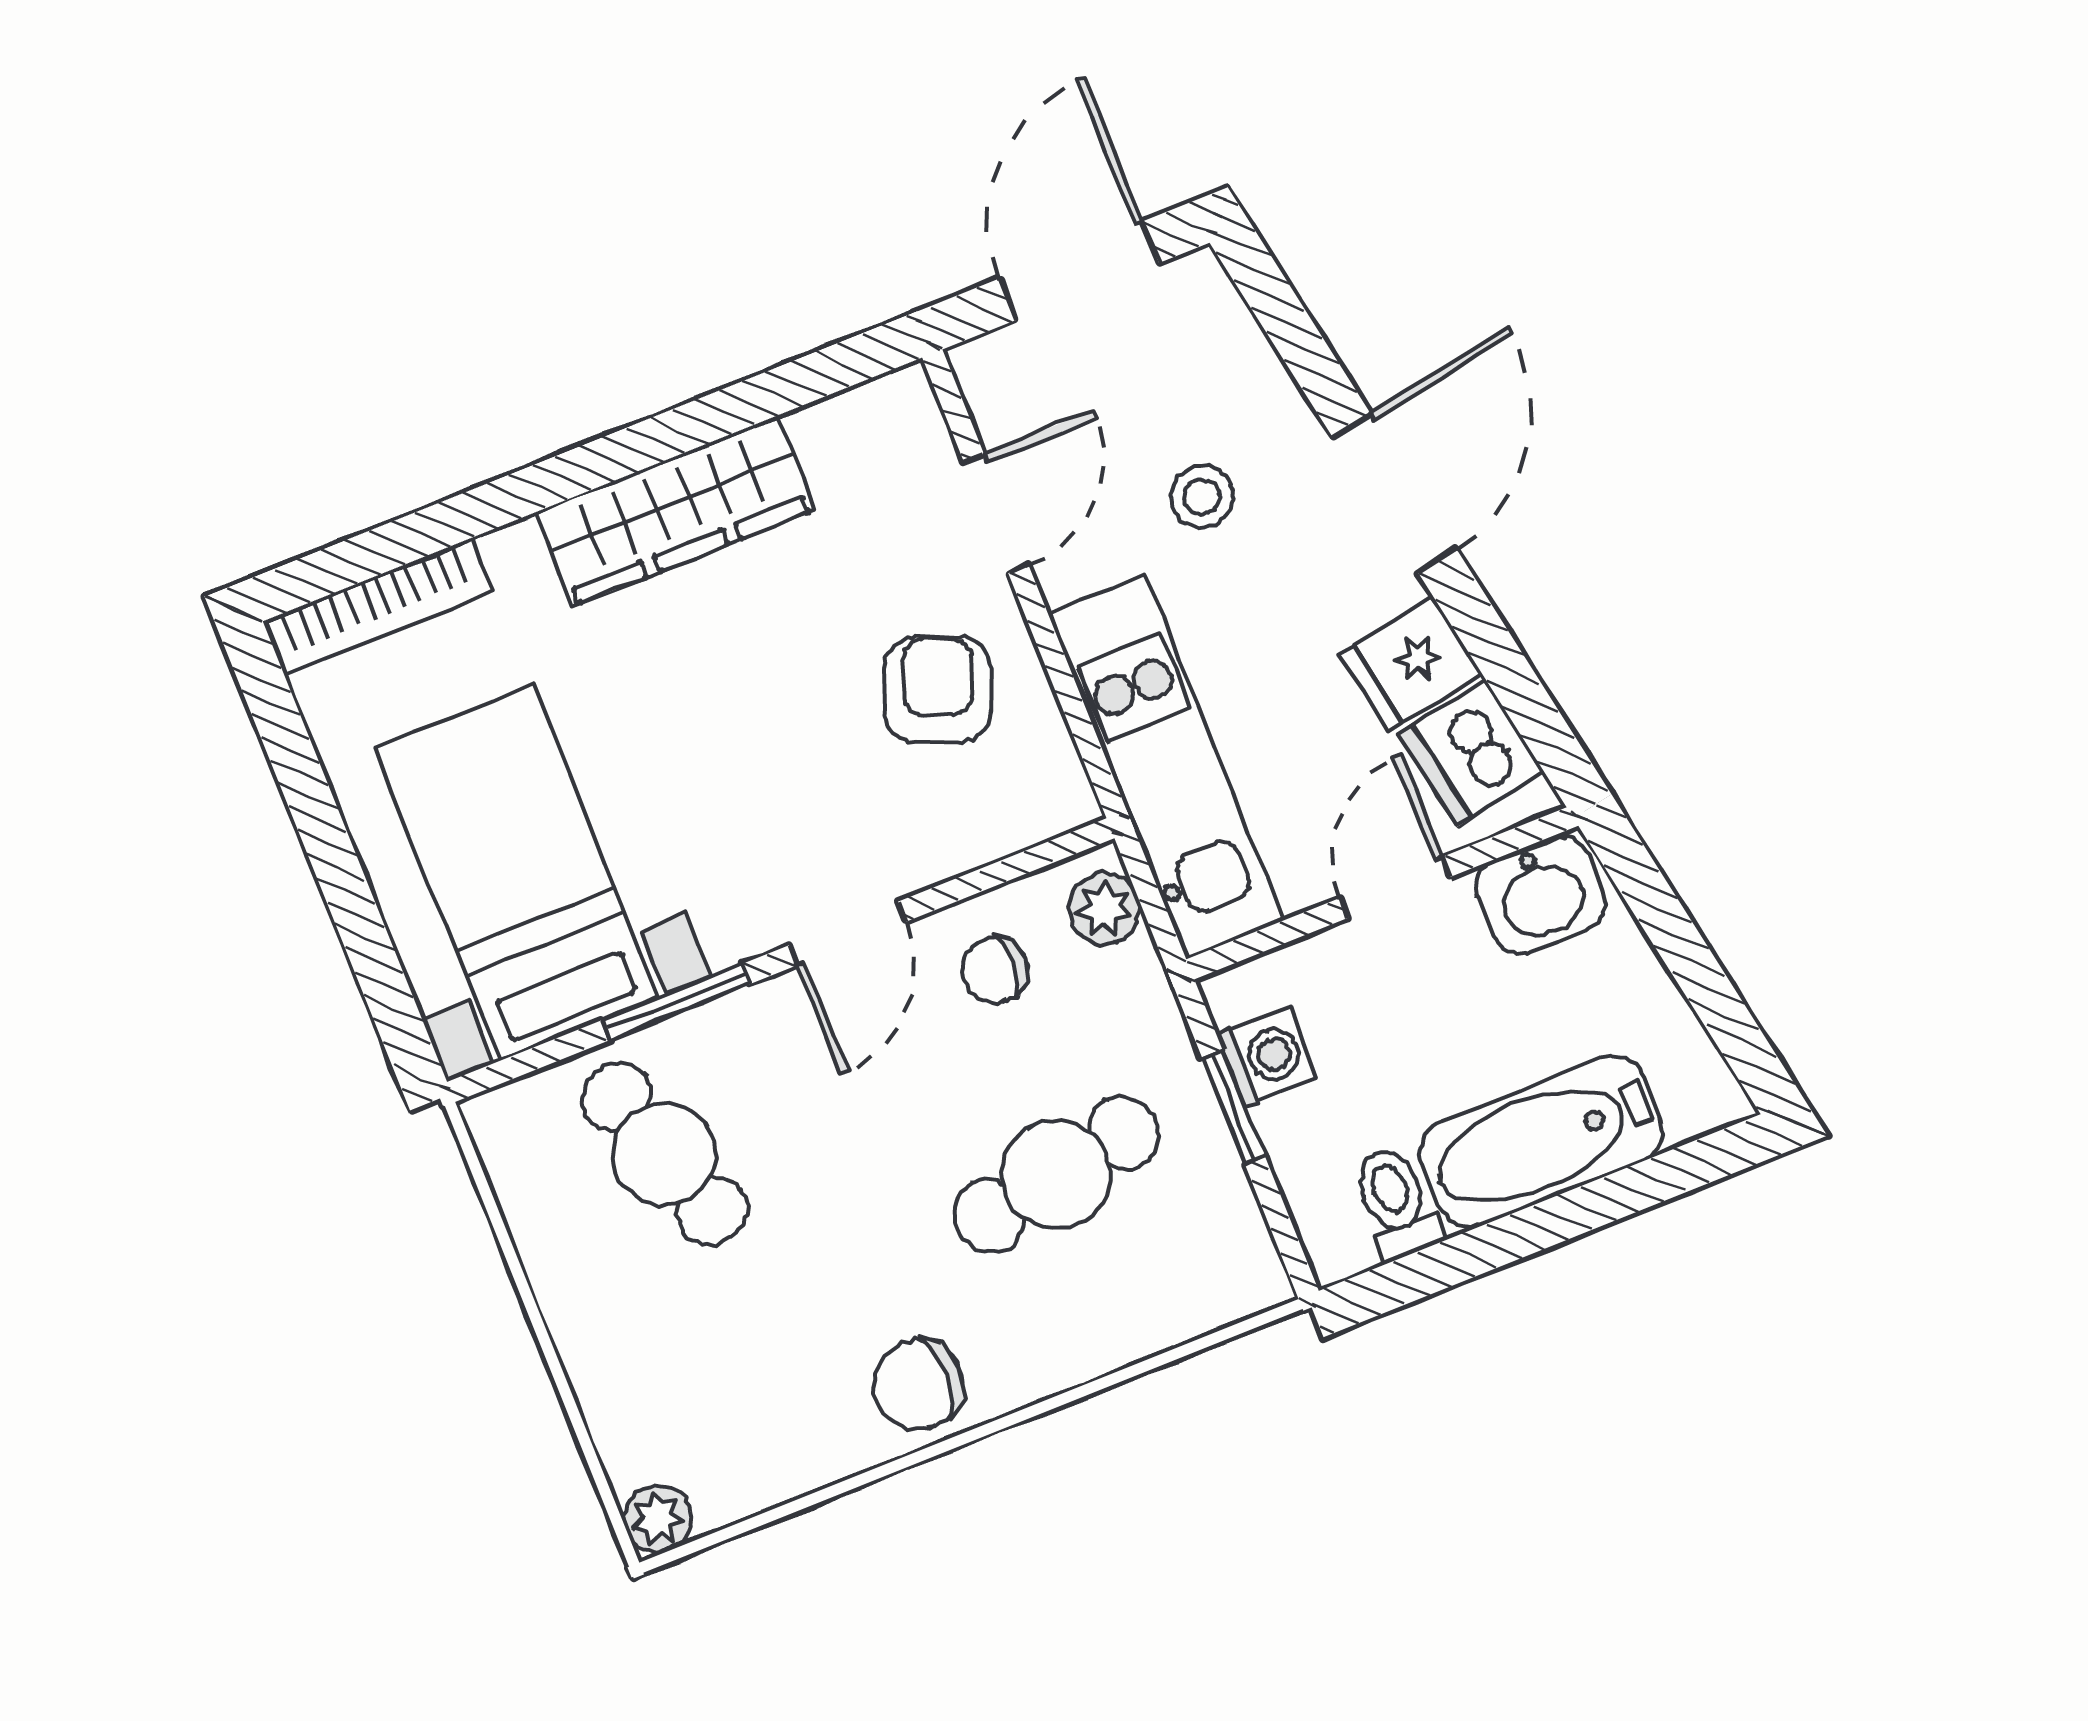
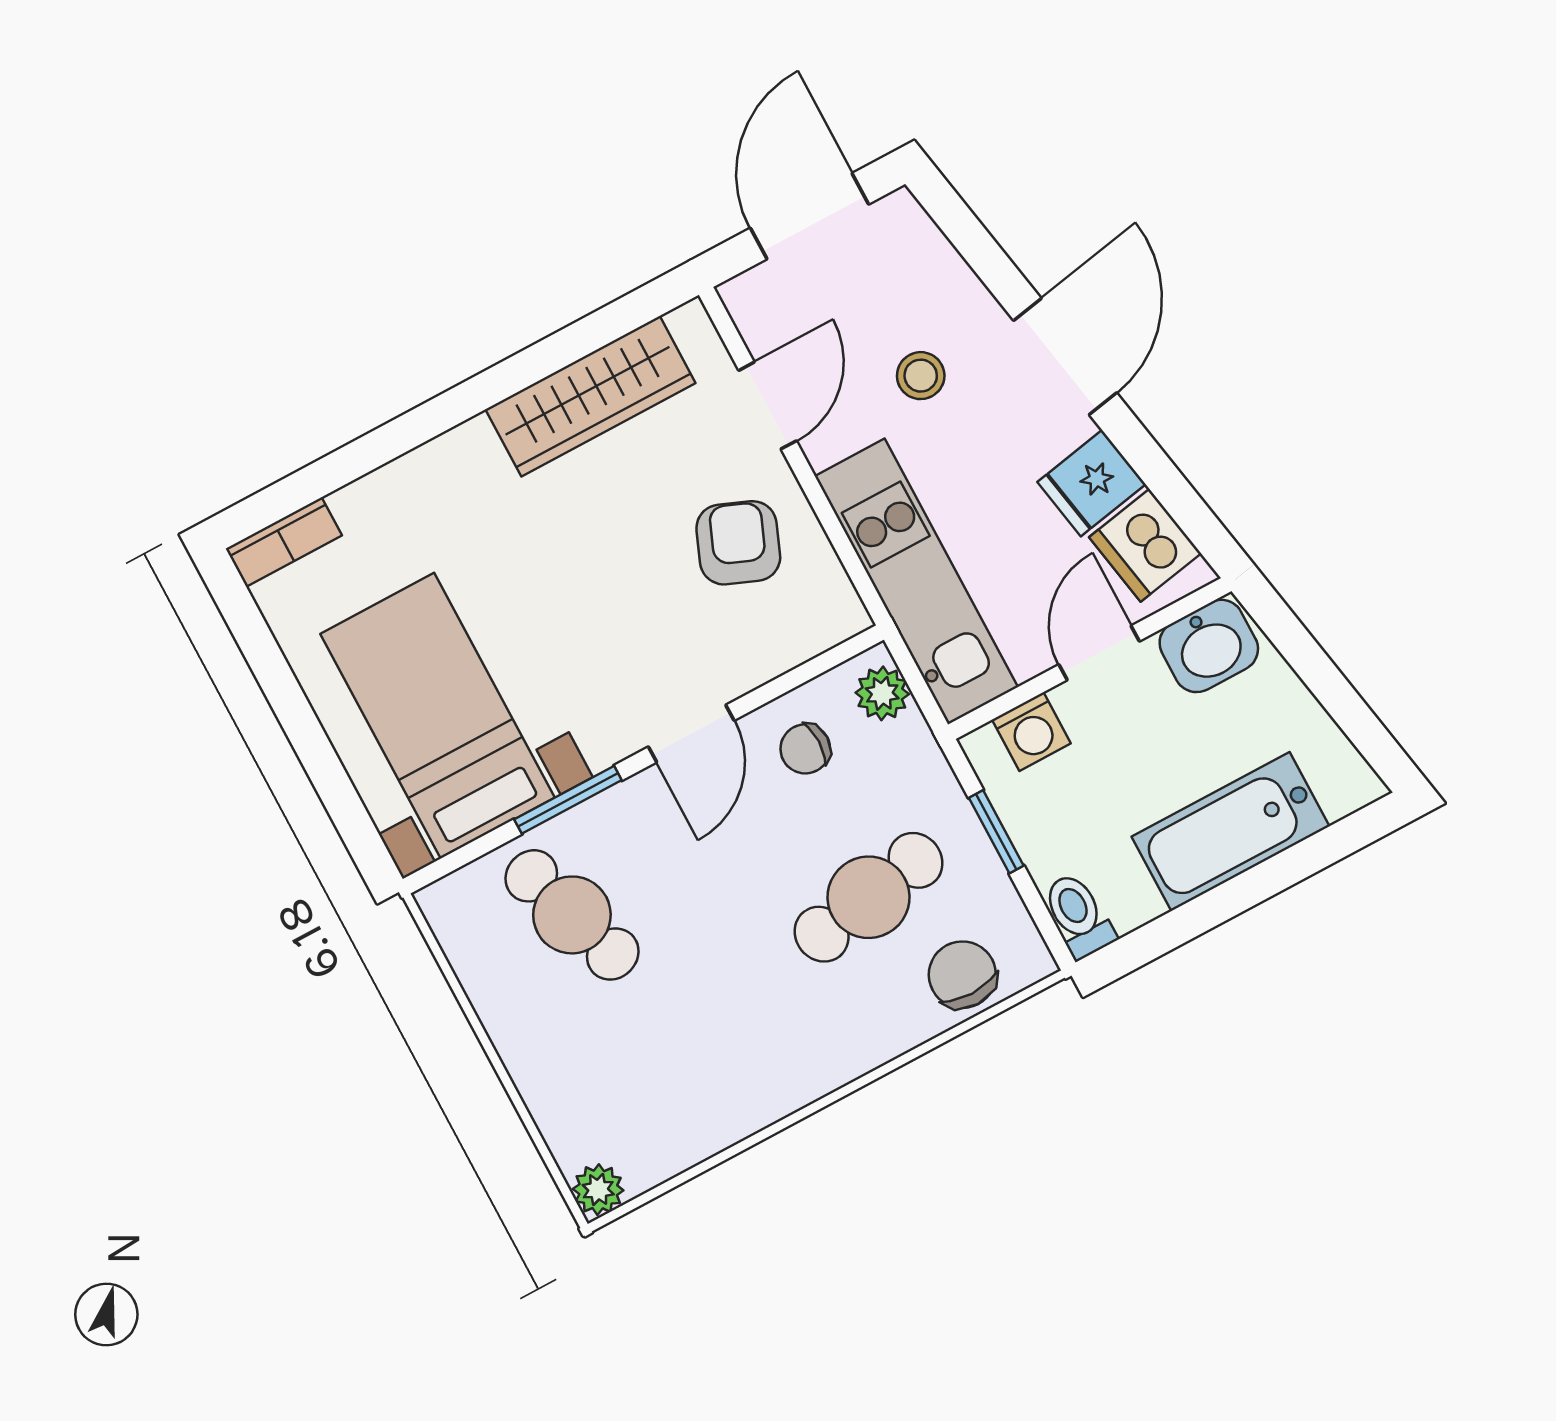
wardrobe: (675, 511) -> (590, 396), moved
bookcase: (378, 606) -> (284, 542), width x0.64
washing machine: (1267, 1057) -> (1031, 731), moved, turned 90
toilet: (1396, 1203) -> (1078, 915), moved
chair: (919, 1385) -> (962, 975), moved, turned 90

